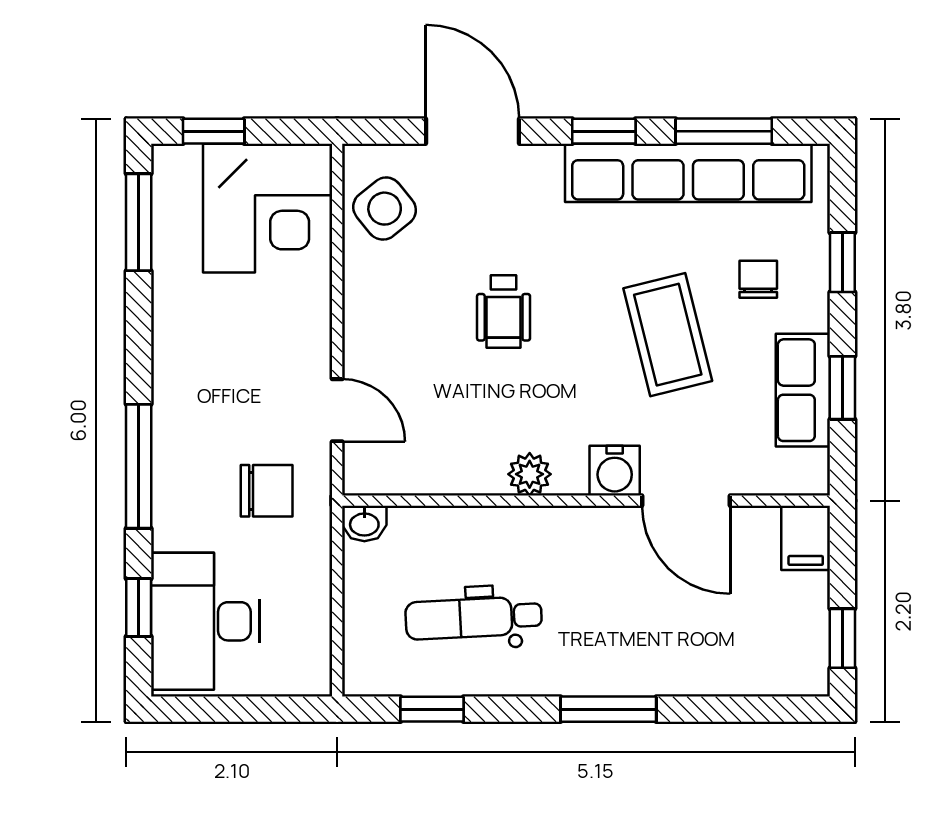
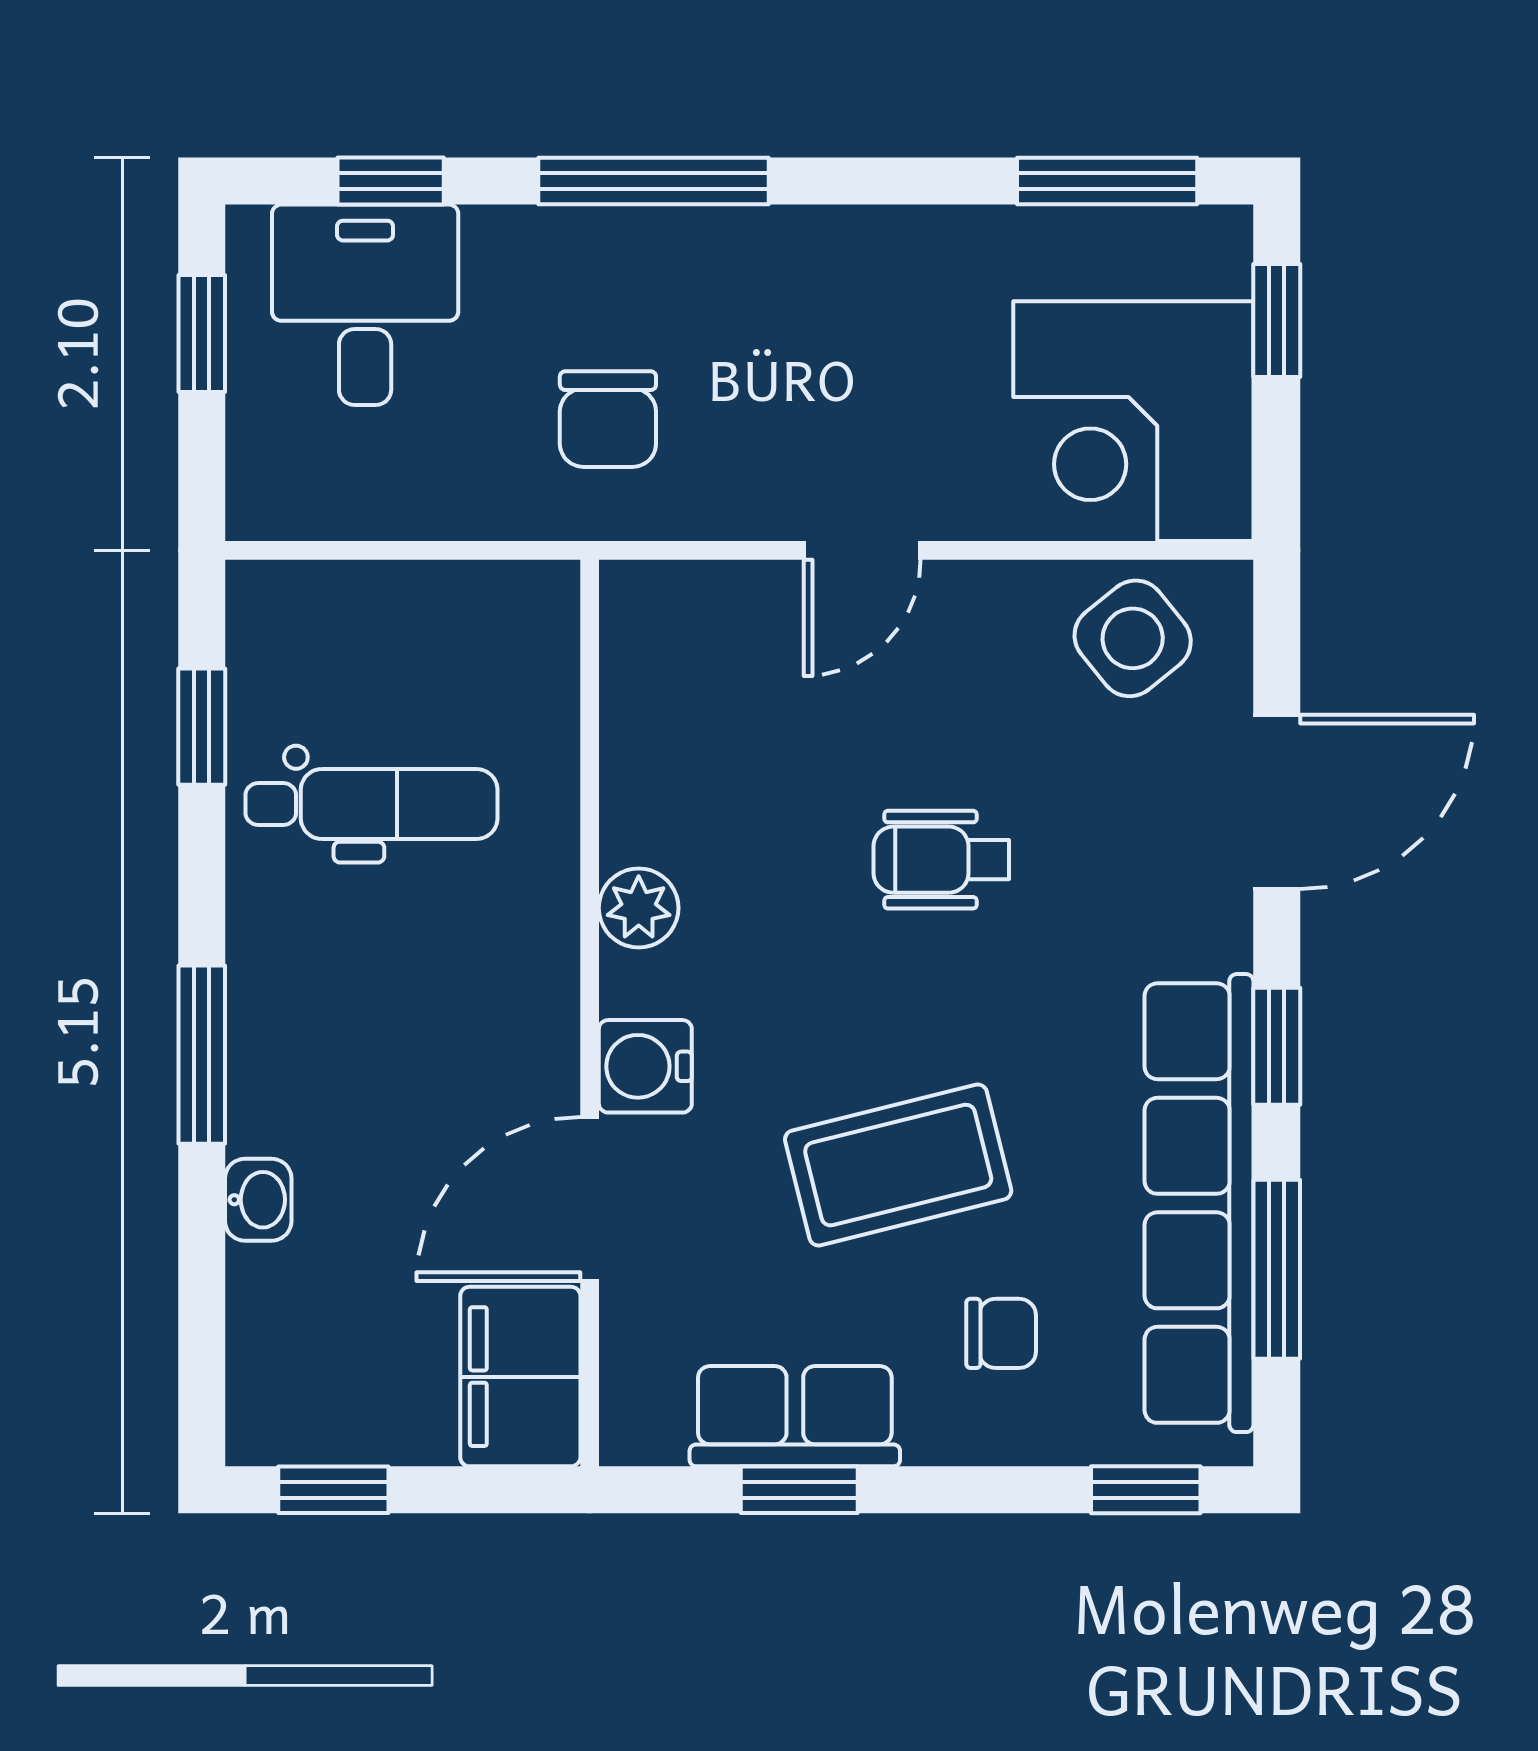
window: (842, 262) -> (1146, 1490), moved
door: (337, 410) -> (862, 550), moved
washbasin: (364, 523) -> (258, 1200), moved, turned 180
filing cabinet: (806, 538) -> (520, 1377), width x2.00
dental chair: (474, 618) -> (371, 804), turned 93
desk: (205, 621) -> (365, 305), width x0.73
window: (221, 709) -> (202, 333), added

